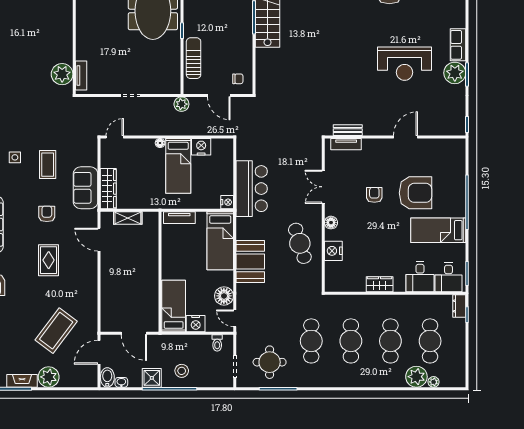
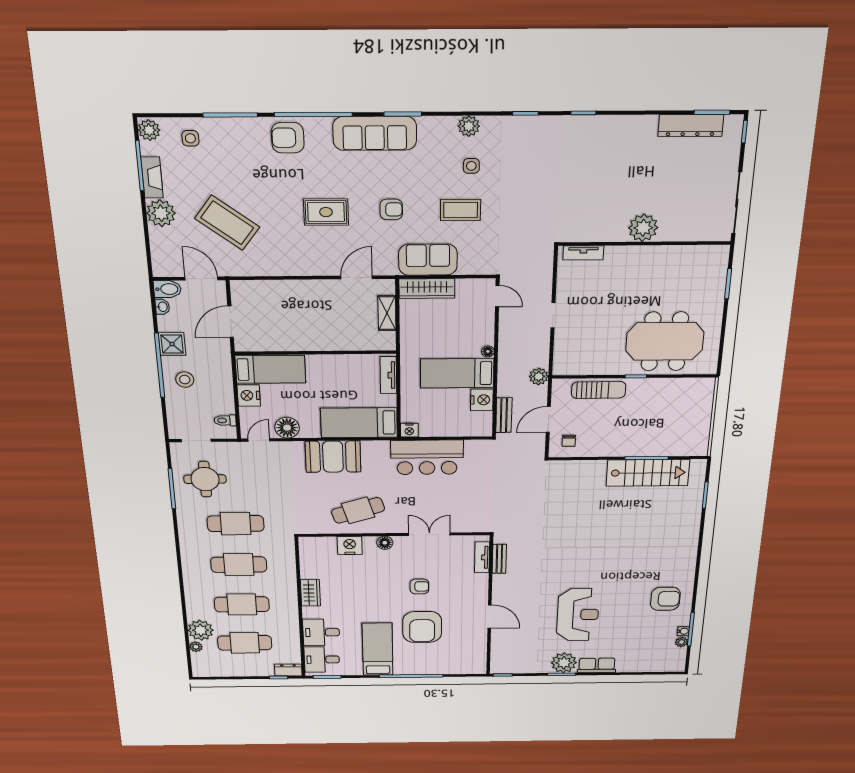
reception desk: (405, 64) -> (578, 615), turned 180
plant: (62, 74) -> (643, 228), moved
bench: (215, 130) -> (504, 415), added

